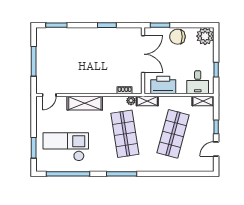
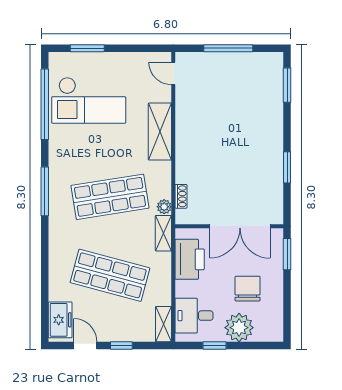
plant: (205, 36) -> (239, 328), moved
chair: (177, 37) -> (248, 289), moved
checkout: (66, 147) -> (89, 100), turned 90
freezer: (200, 164) -> (60, 320), added

